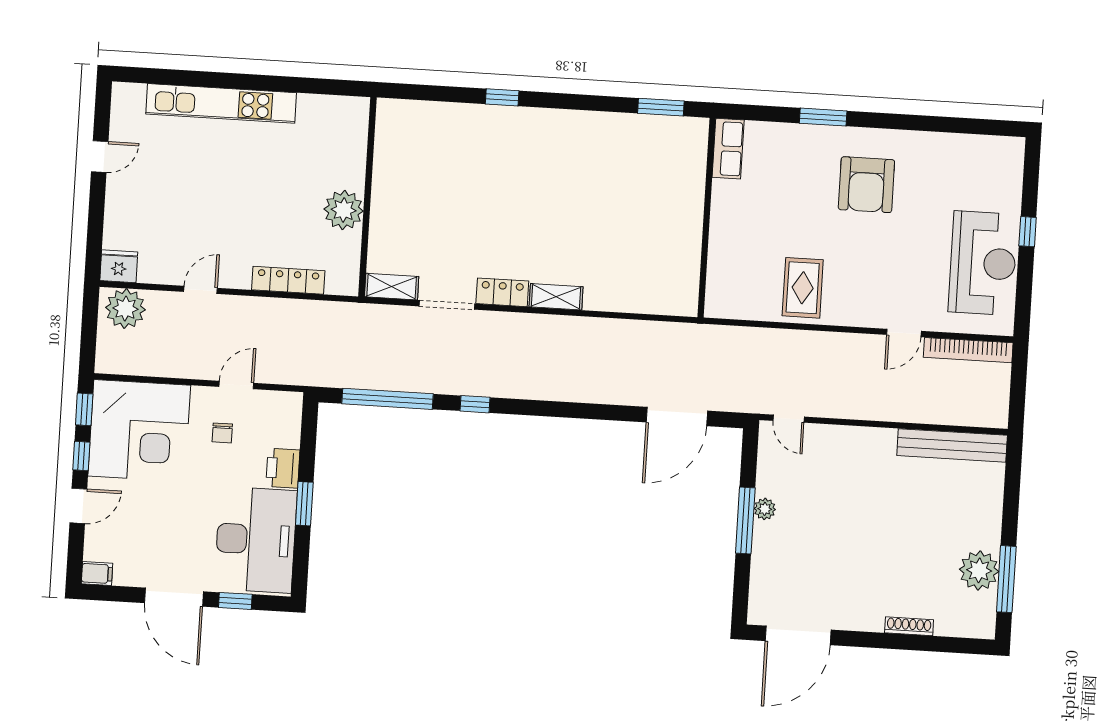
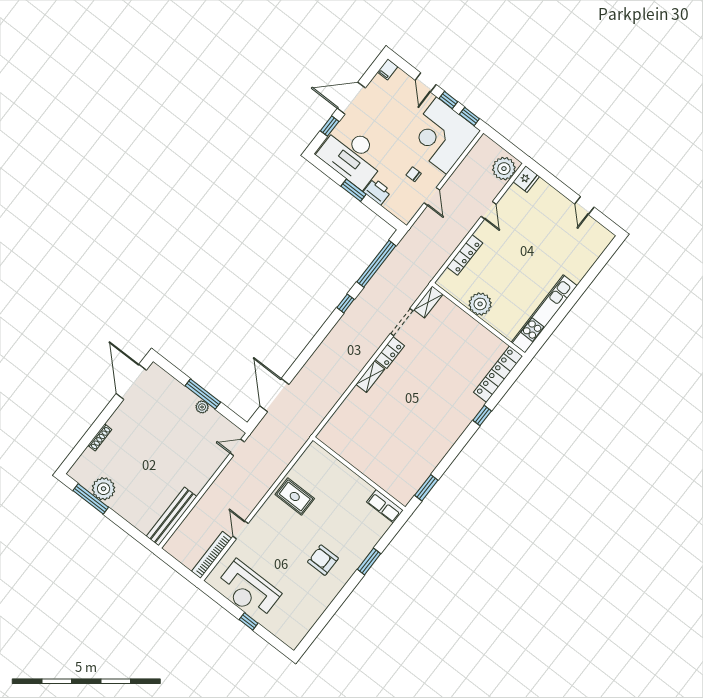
kitchen unit: (221, 103) -> (544, 314), moved
locker: (427, 115) -> (498, 374), added
armchair: (866, 185) -> (323, 560), width x0.73, depth x0.73

